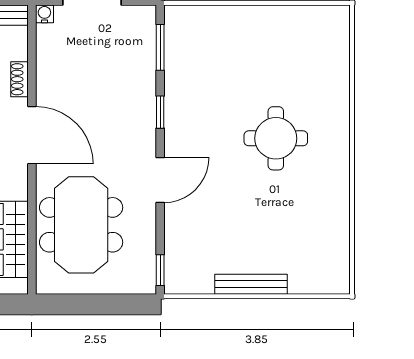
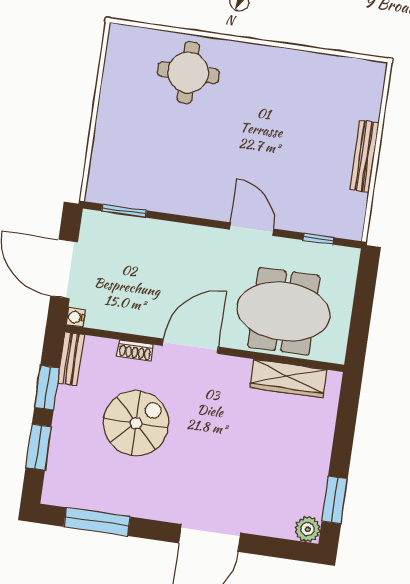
window: (160, 112) -> (186, 220), removed
round table: (276, 138) -> (188, 73), moved
window: (160, 270) -> (319, 239), moved

